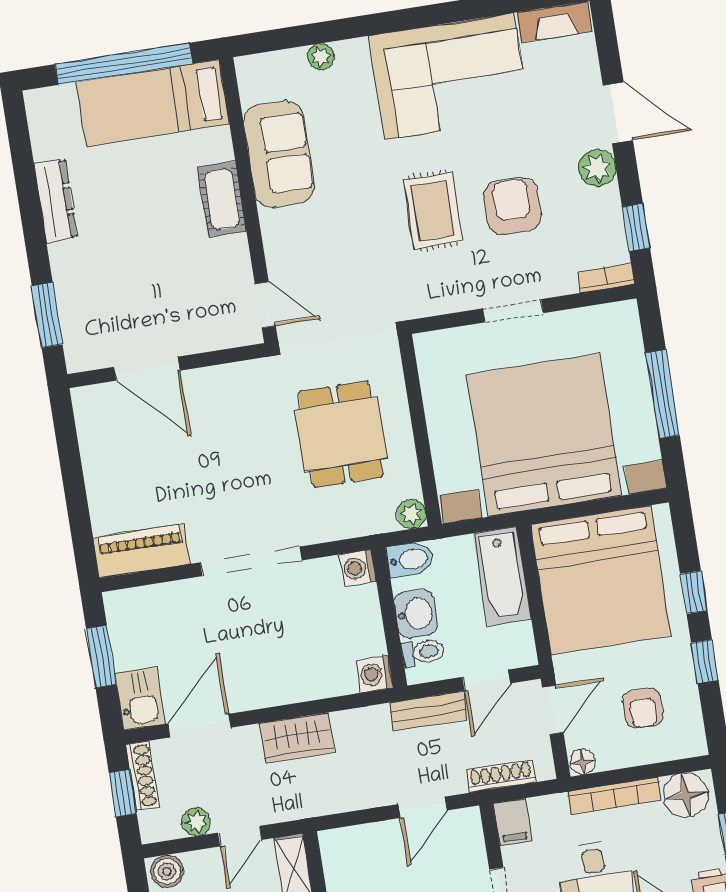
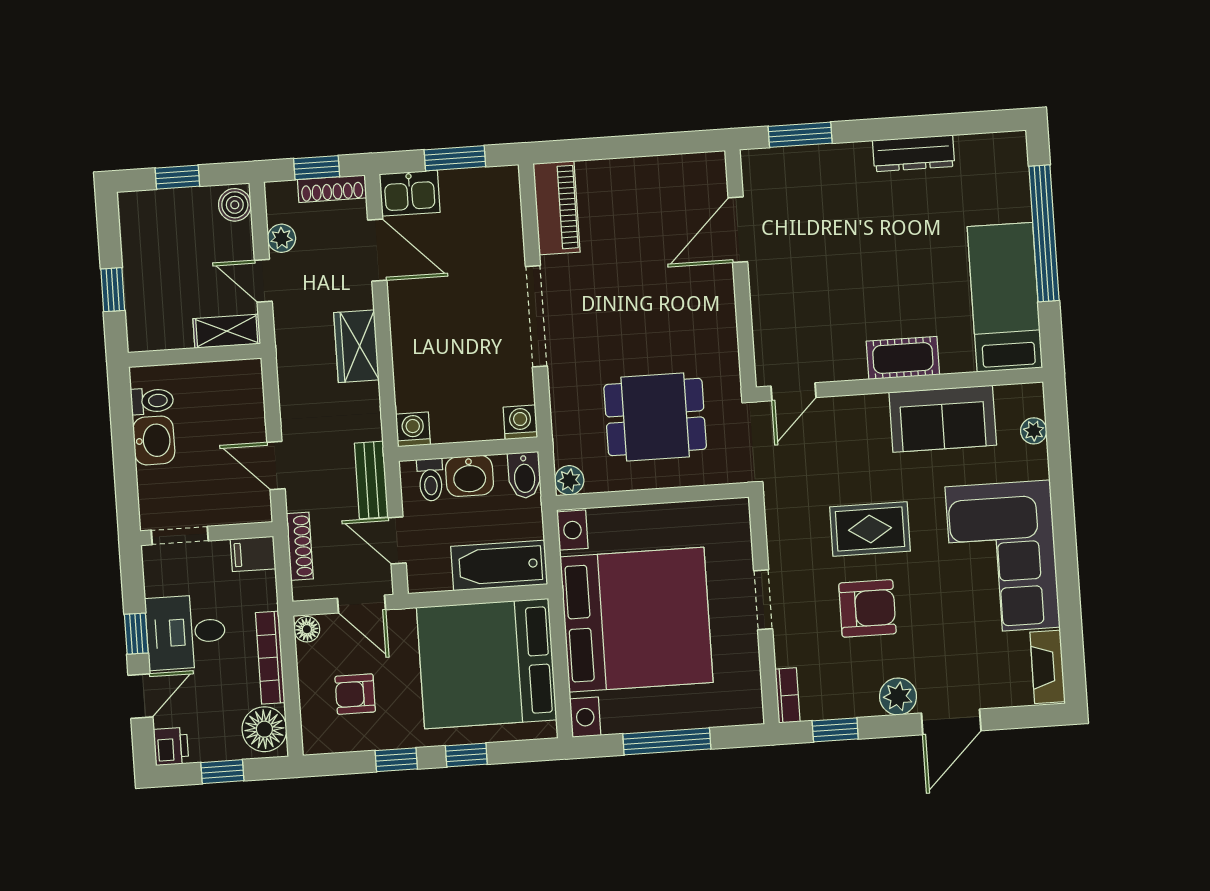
bed: (153, 103) -> (1005, 297), moved
sofa: (279, 154) -> (943, 419), moved
cot: (222, 199) -> (903, 358), moved
wall: (249, 200) -> (900, 385), moved
door: (265, 305) -> (794, 392), moved

